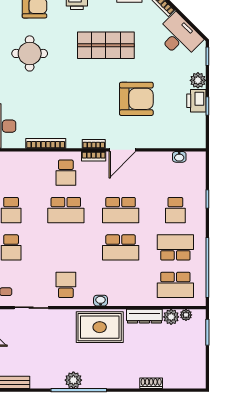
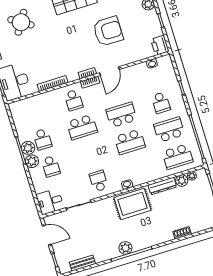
round table: (30, 53) -> (21, 22), turned 32
printer: (196, 101) -> (160, 45), moved
school desk: (121, 210) -> (121, 115), turned 180

